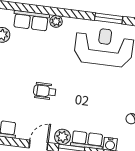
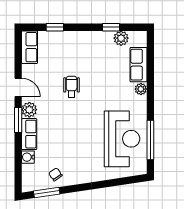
window: (109, 18) -> (150, 140), width x1.44

